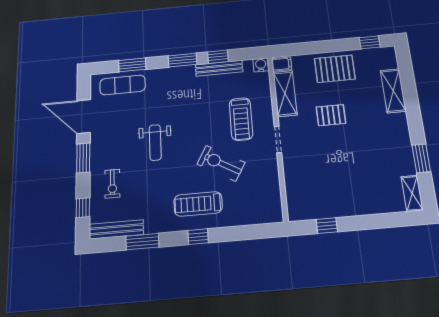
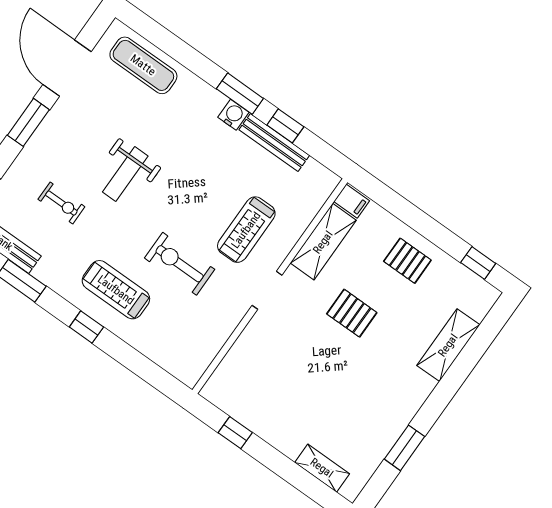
window: (132, 65) -> (175, 48), removed
water cooler: (261, 65) -> (233, 115), moved
pallet: (335, 69) -> (407, 261), width x0.67, depth x0.71
exercise bike: (221, 163) -> (180, 264), turned -30
exercise bike: (112, 184) -> (61, 203), moved, turned -90
shelving: (412, 193) -> (322, 468), moved, turned 90

